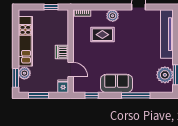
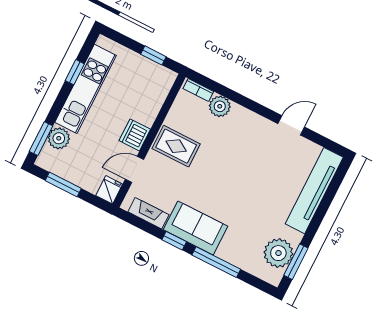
plant: (113, 16) -> (220, 106), moved
rug: (102, 35) -> (176, 146), moved
window: (16, 36) -> (75, 72), added
door: (71, 69) -> (134, 169), swing flipped
fireplace: (89, 88) -> (148, 213), added
window: (92, 95) -> (174, 241), moved

